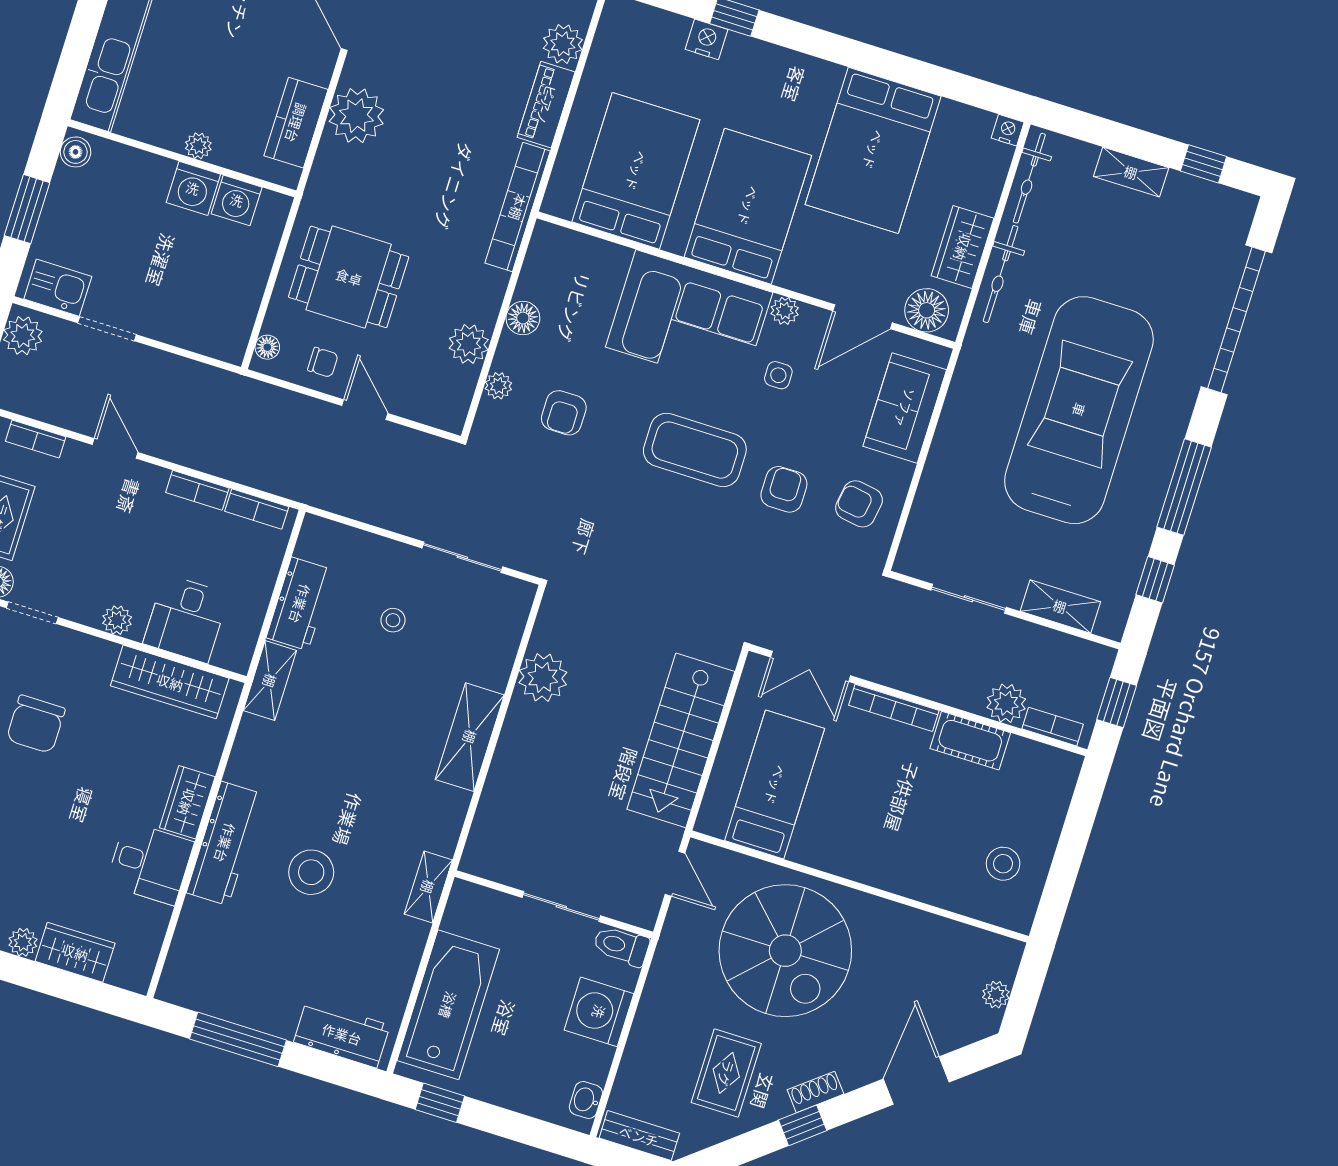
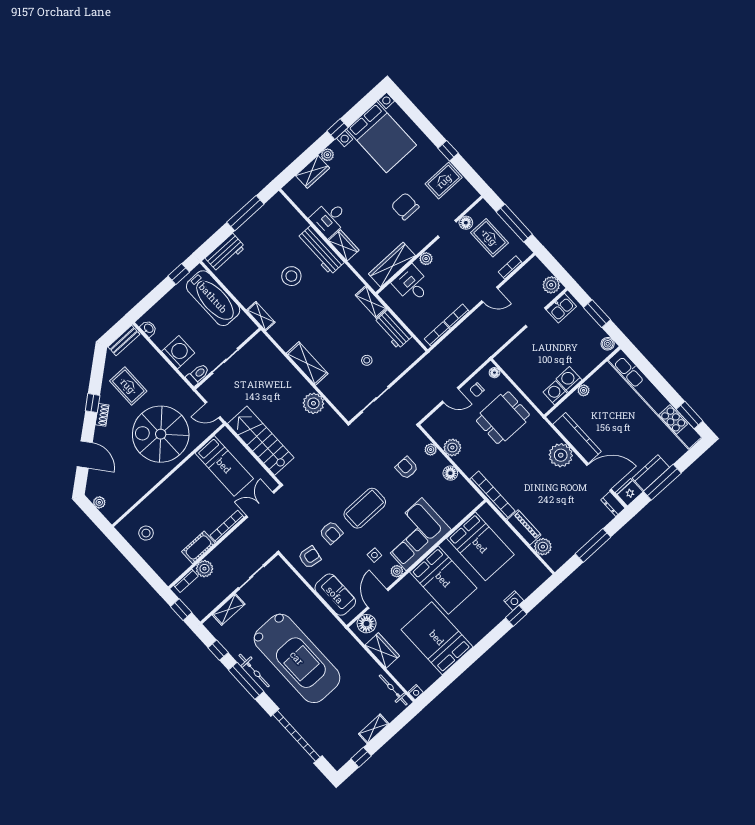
kitchen counter: (296, 123) -> (577, 438), width x1.50
bicycle: (1001, 274) -> (254, 671), moved, turned 180

